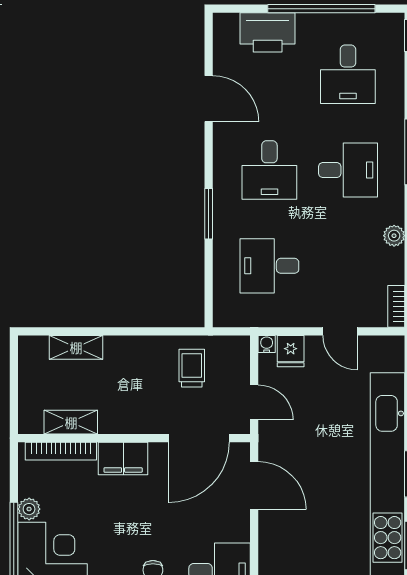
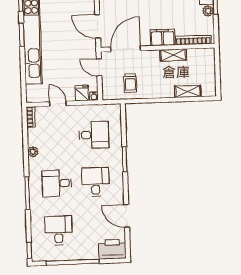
printer: (268, 32) -> (112, 249), moved
shelving: (71, 422) -> (173, 55), moved

